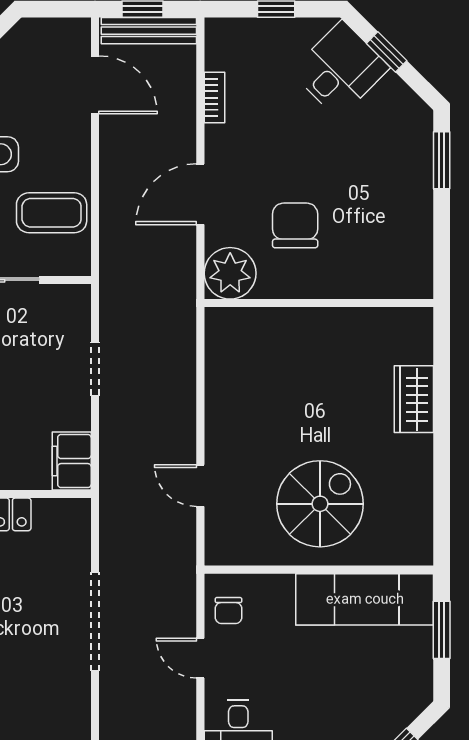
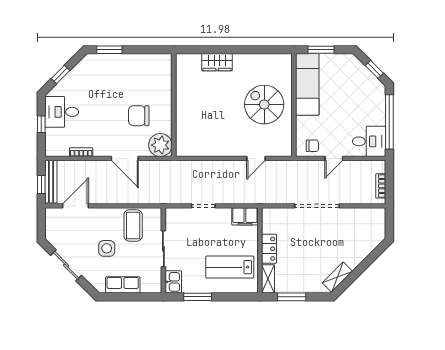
desk: (340, 70) -> (62, 112), moved, turned -45

